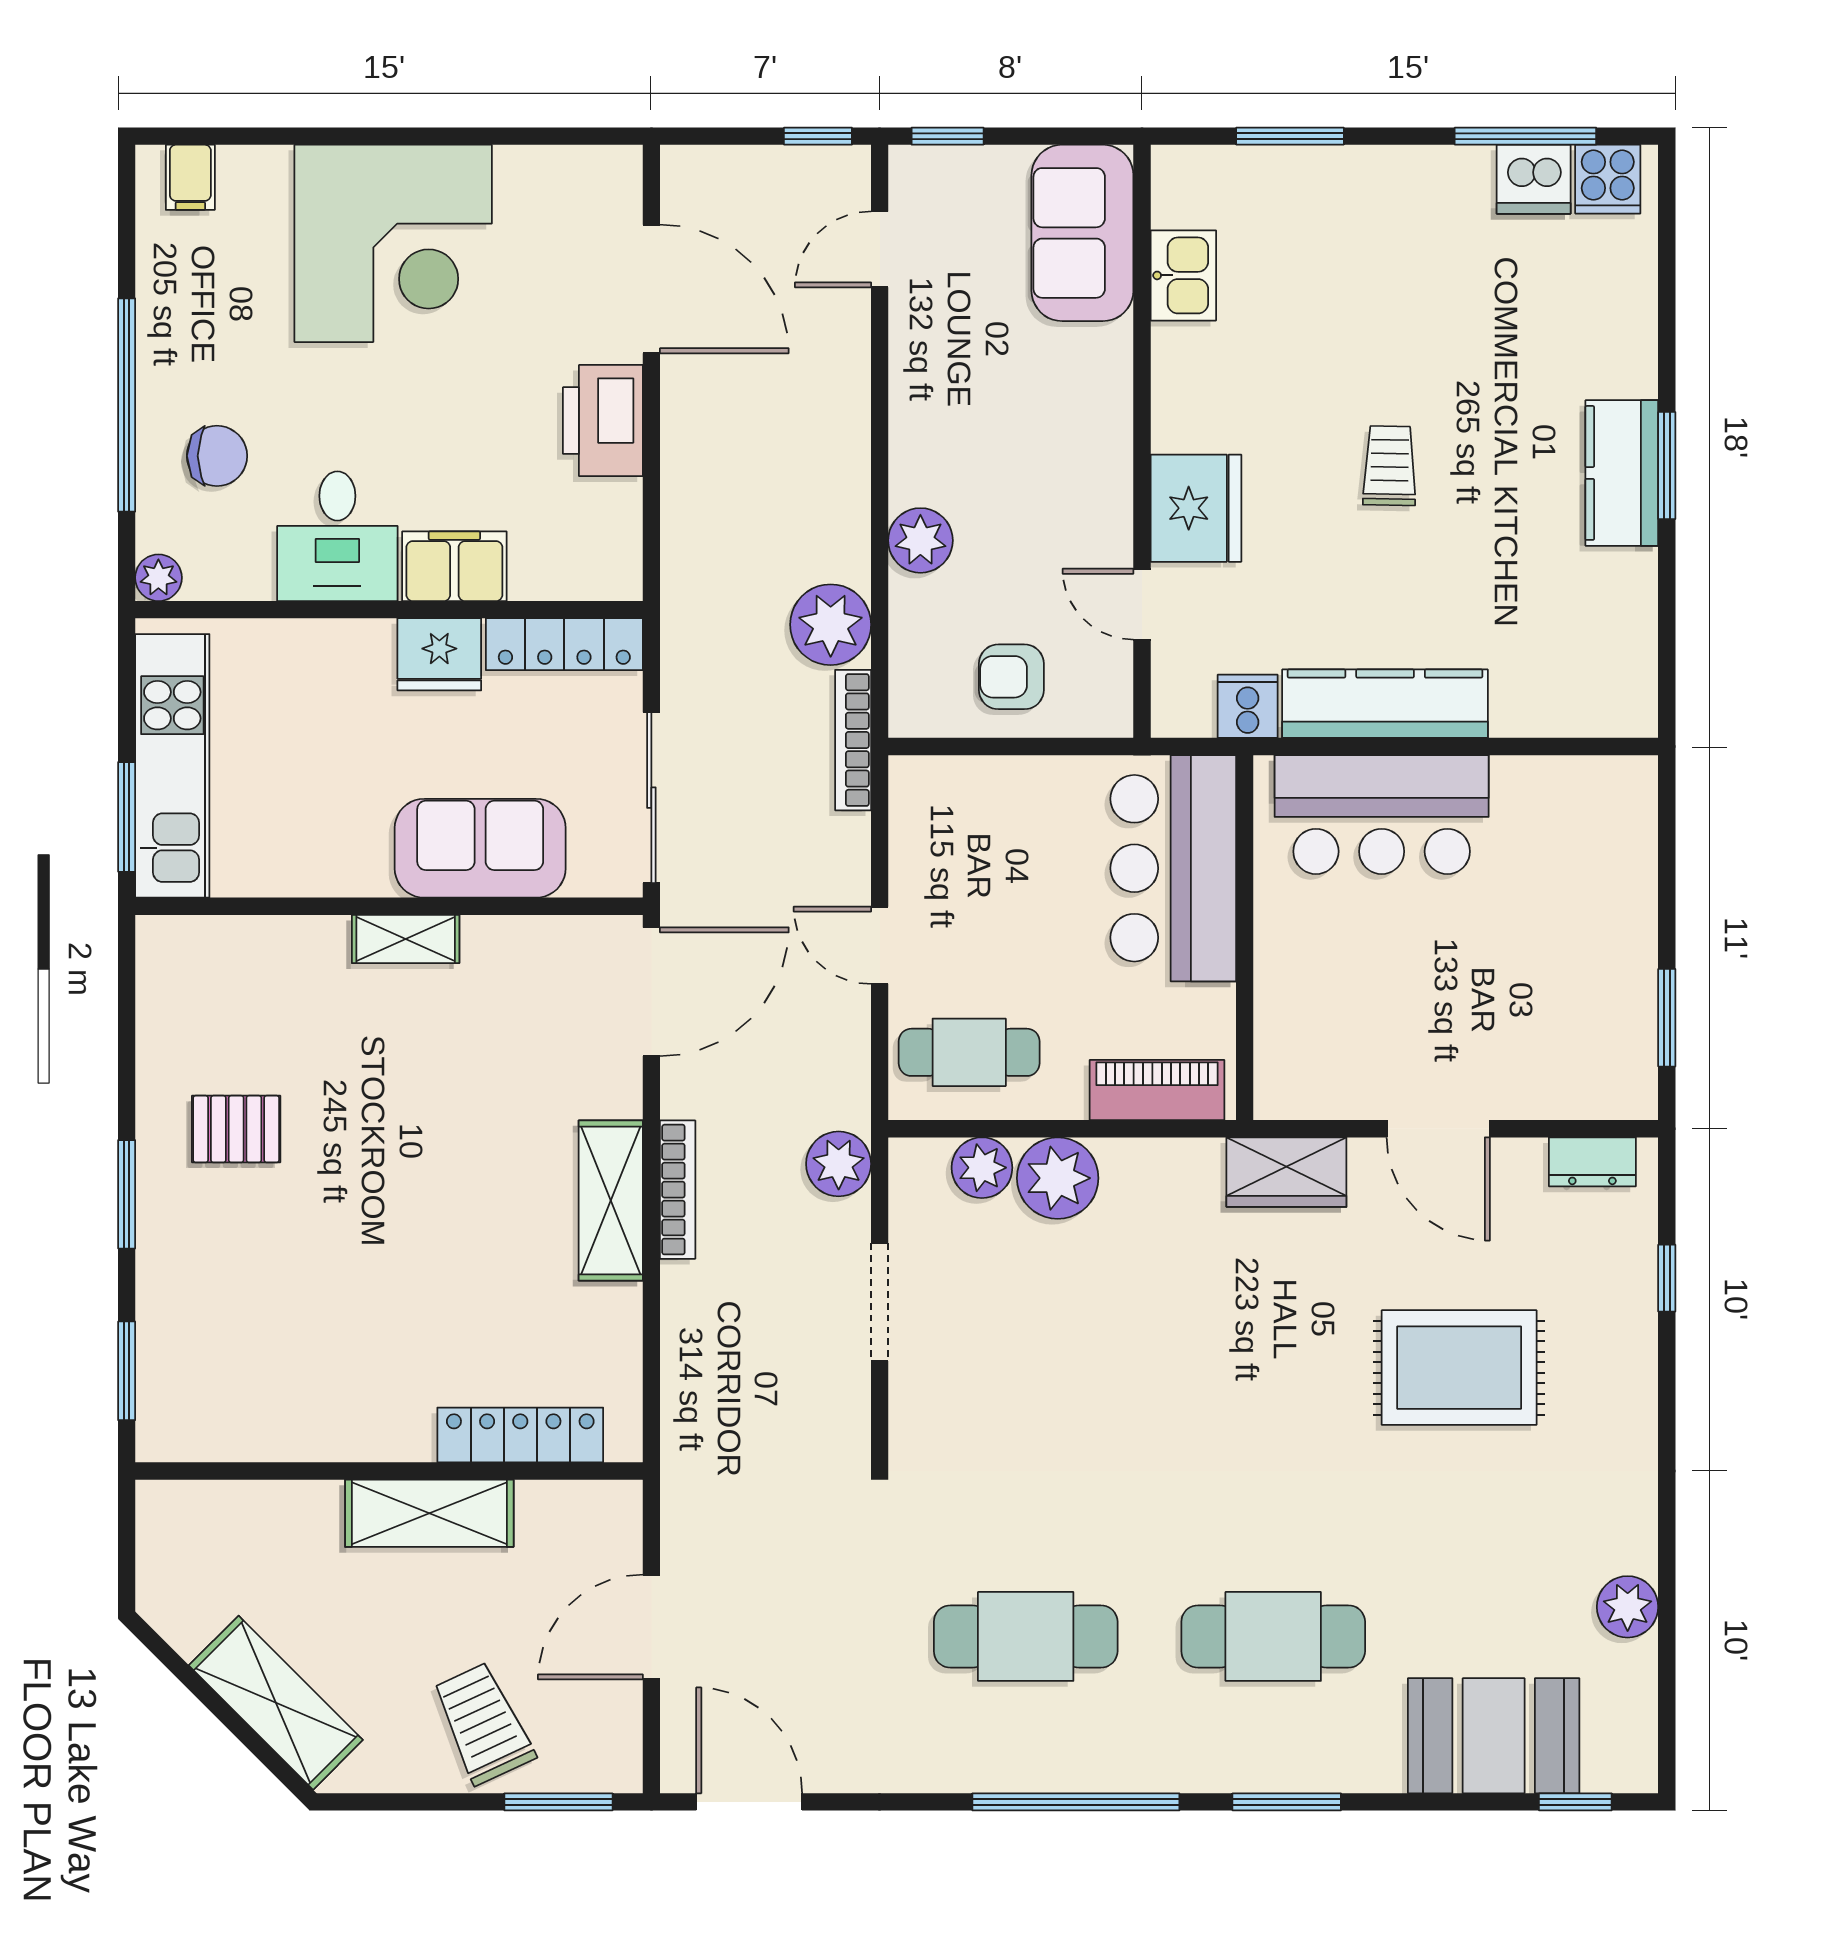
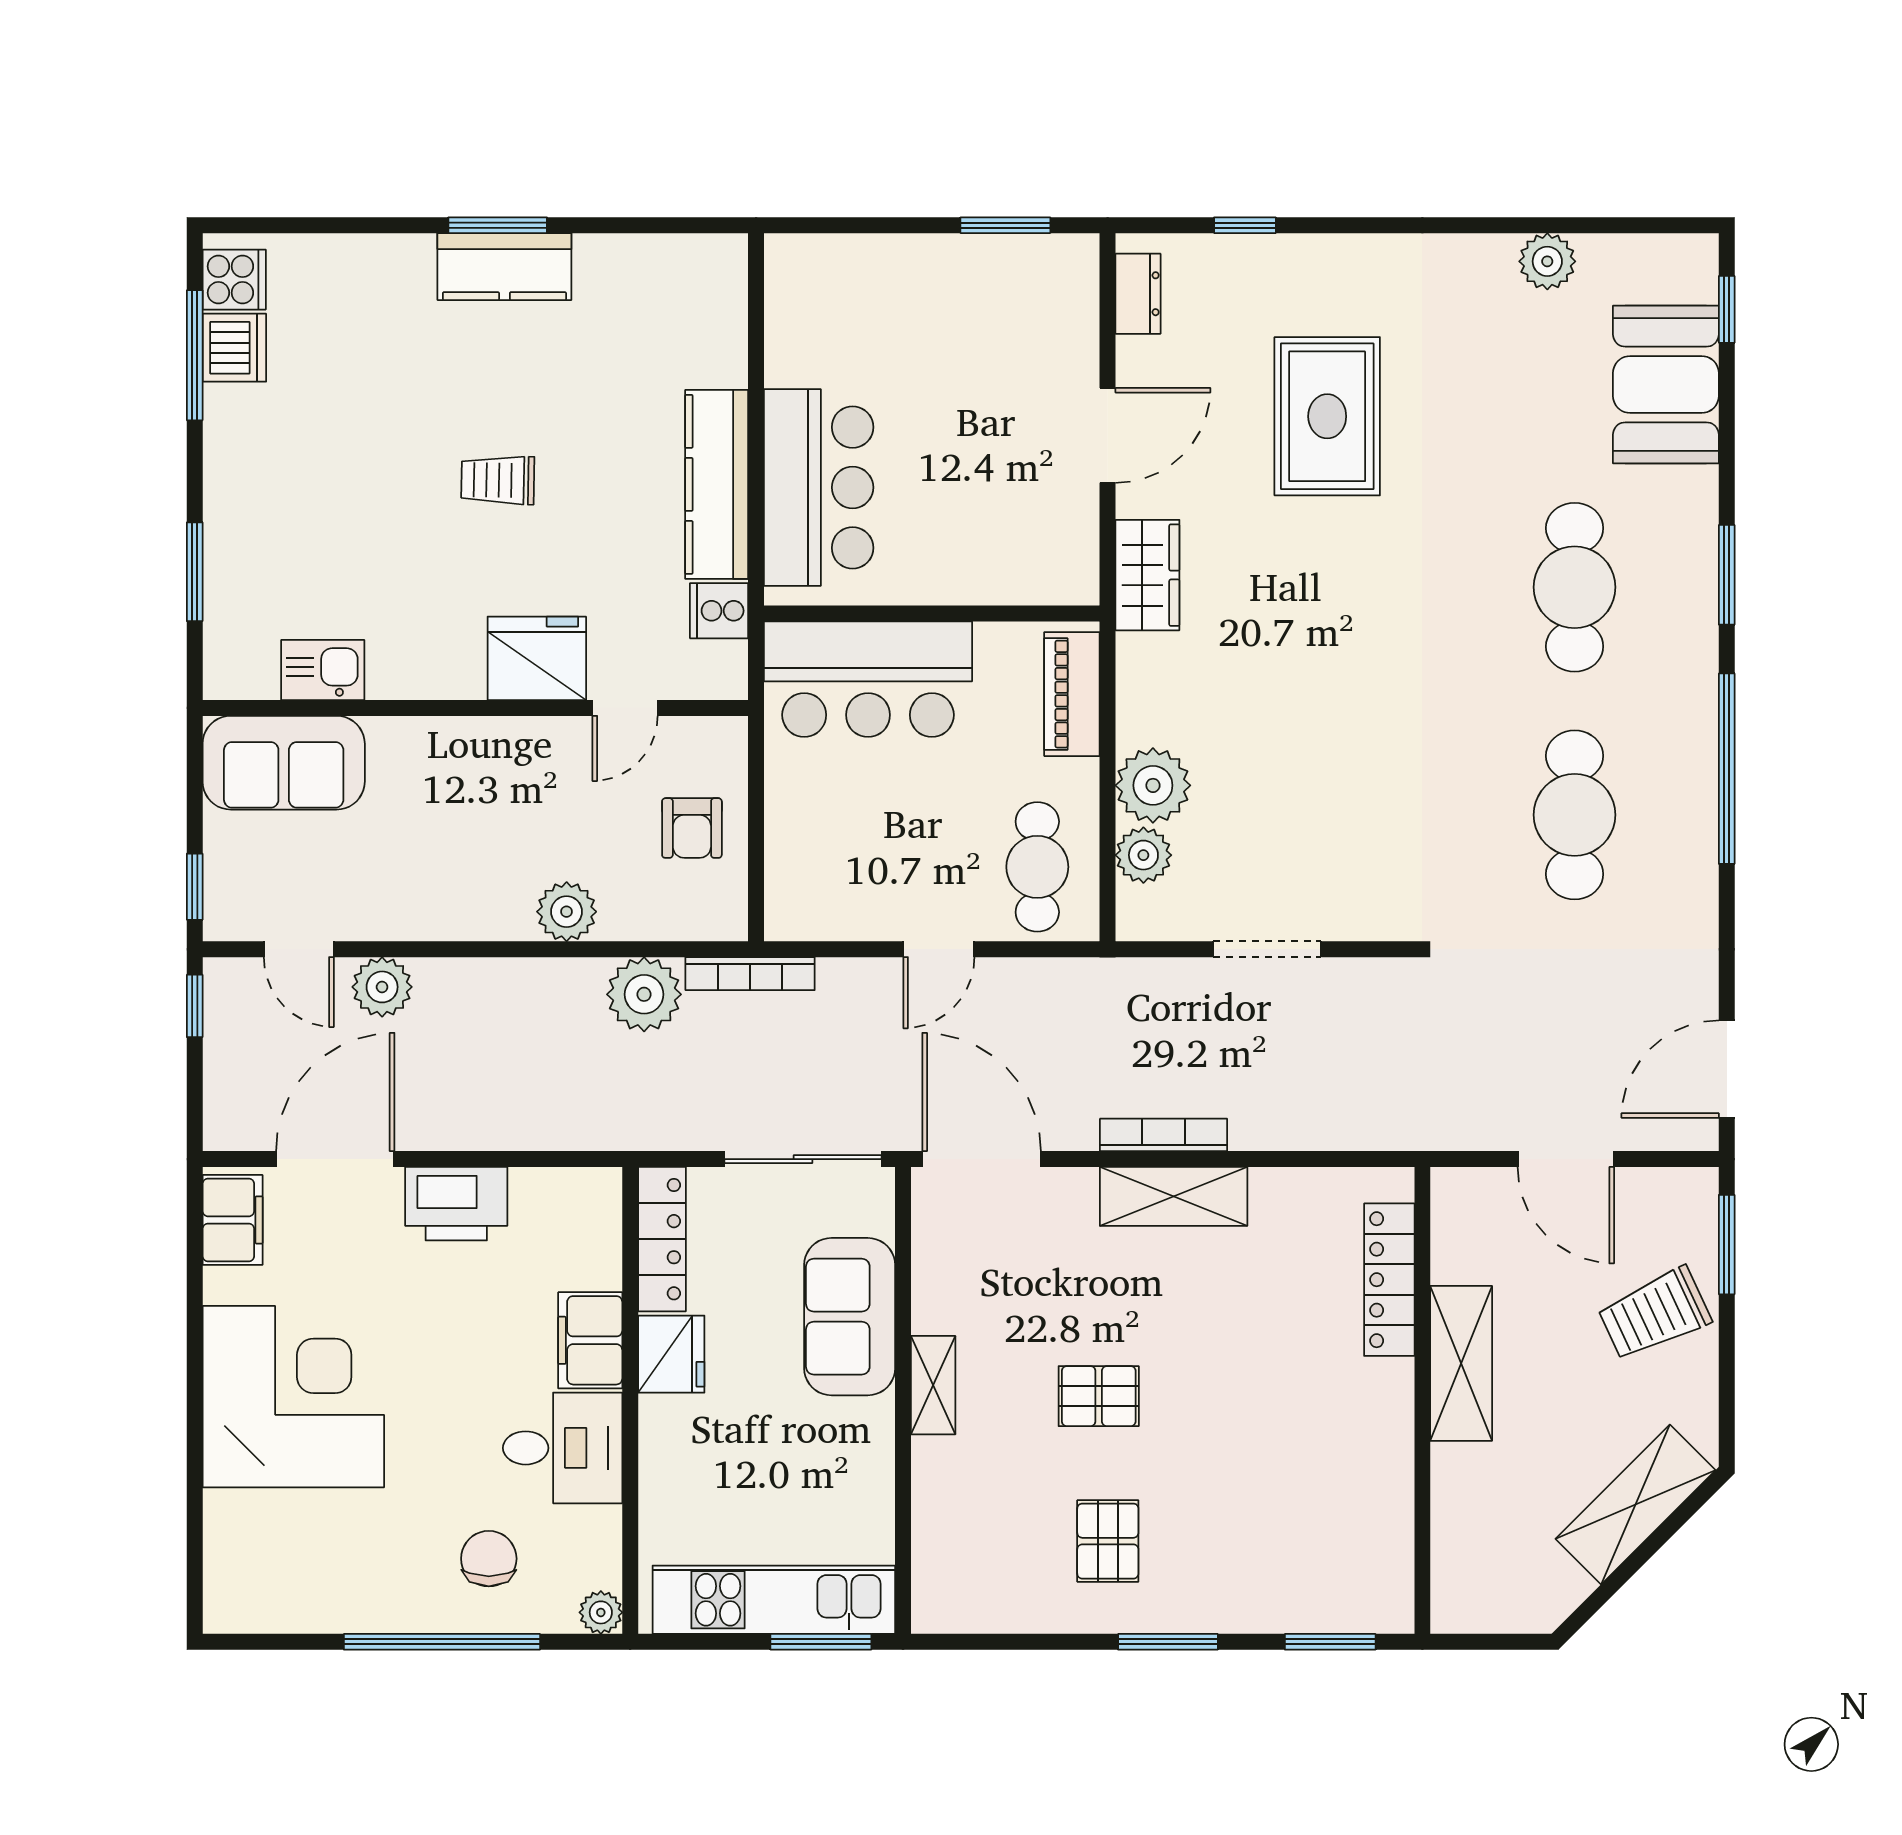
filing cabinet: (190, 177) -> (233, 1220), moved, width x2.00
pallet: (394, 1119) -> (1099, 1396), added
plant: (839, 1164) -> (382, 987), moved

